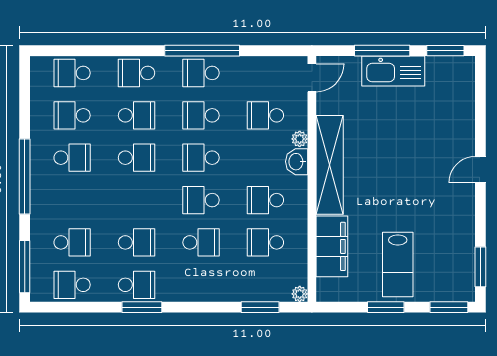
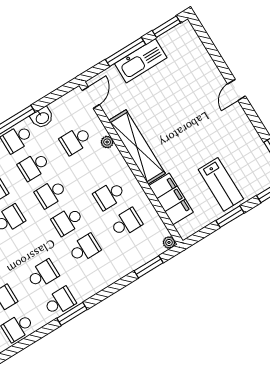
washbasin: (297, 162) -> (42, 118), moved, turned -90
school desk: (265, 242) -> (126, 223), turned 180

